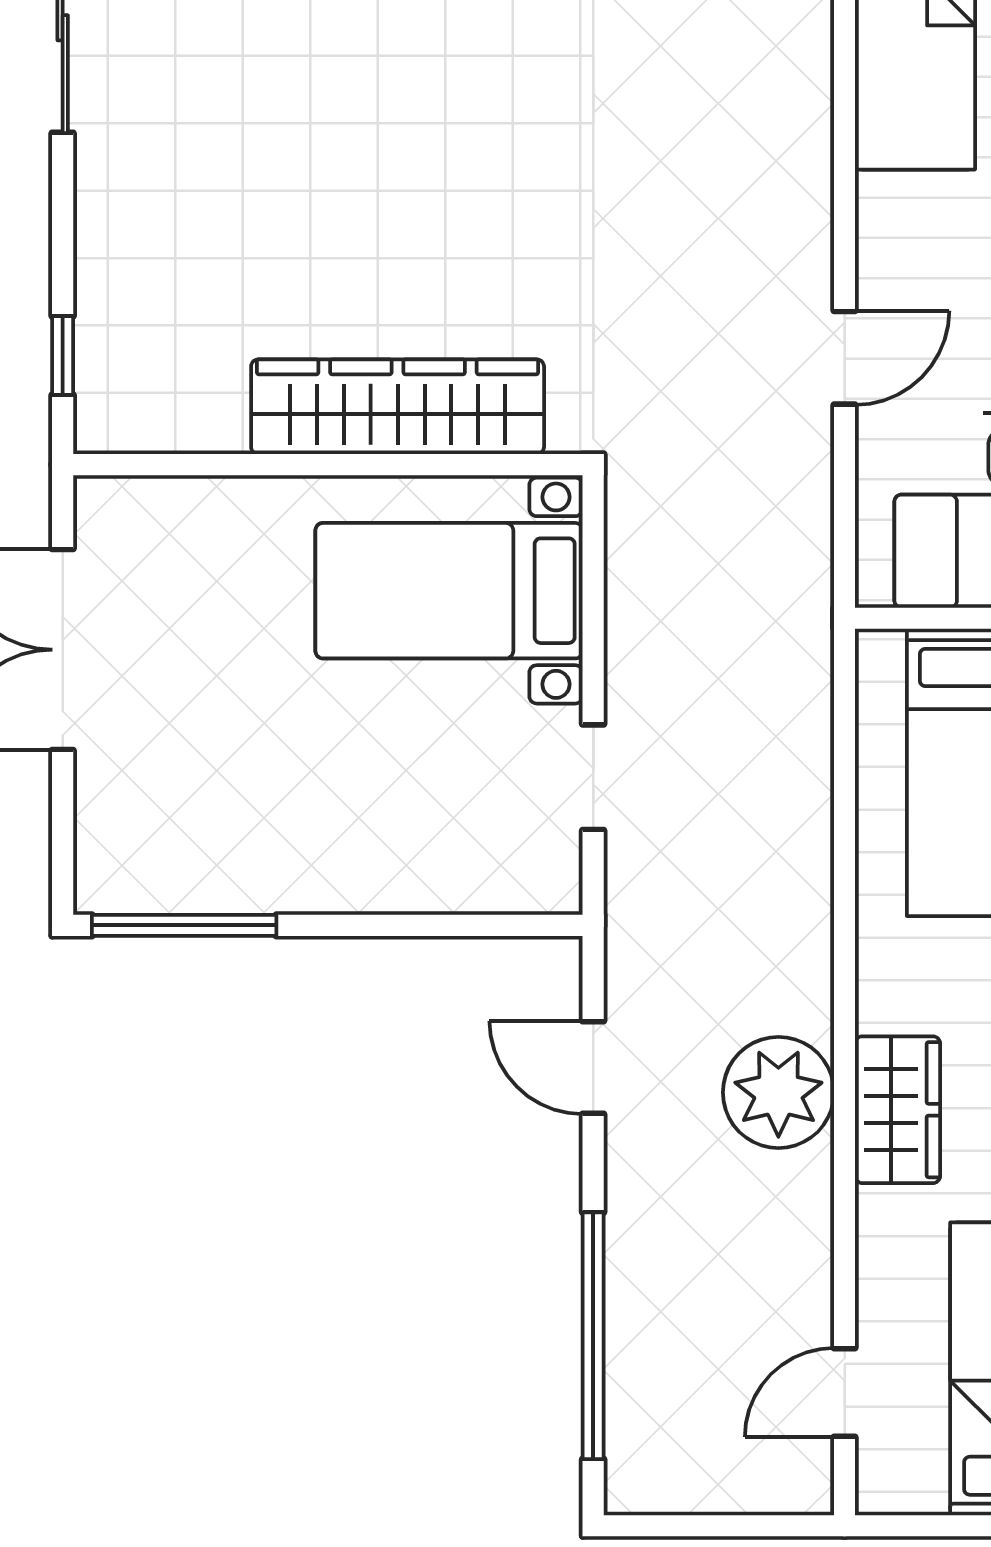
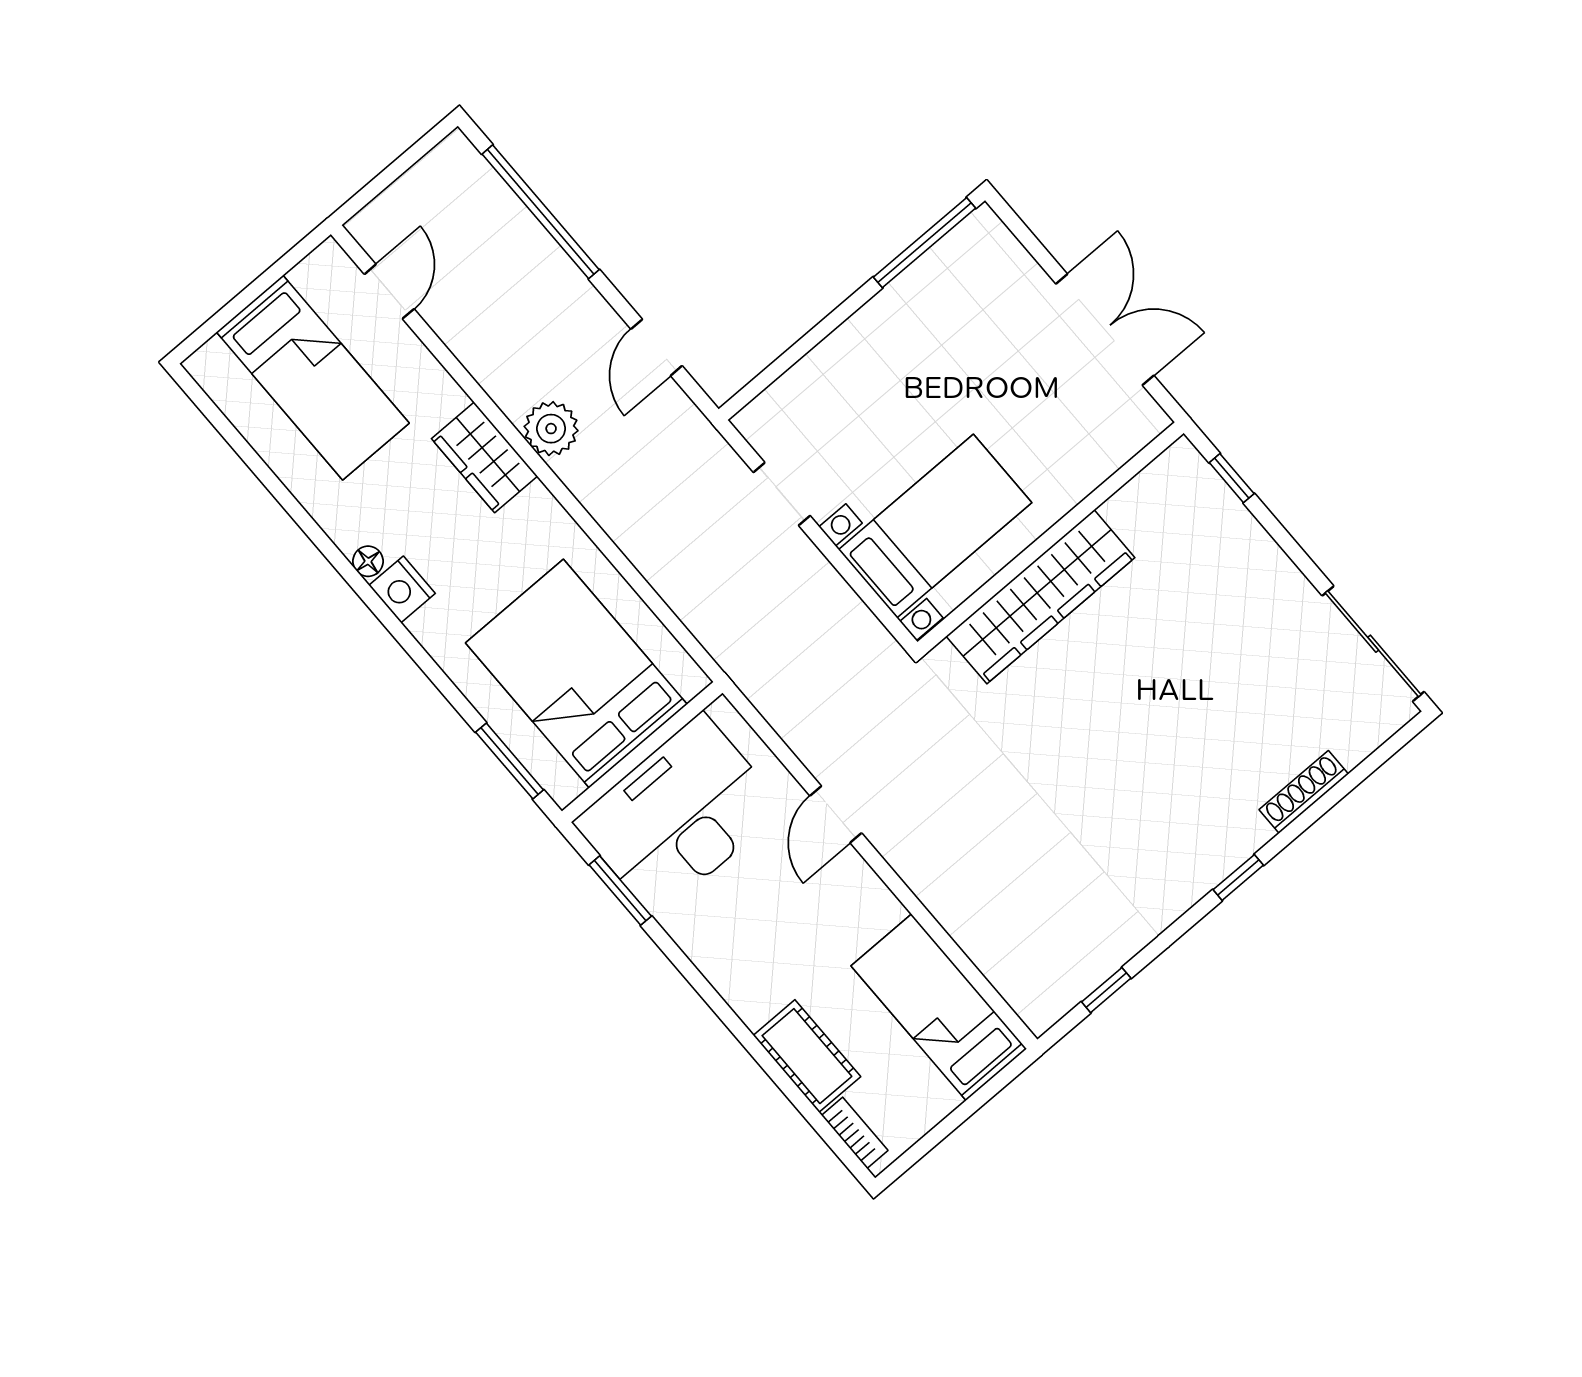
door: (593, 1067) -> (656, 347), swing flipped
plant: (778, 1092) -> (551, 429), width x0.73, depth x0.73

